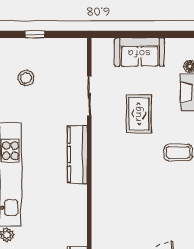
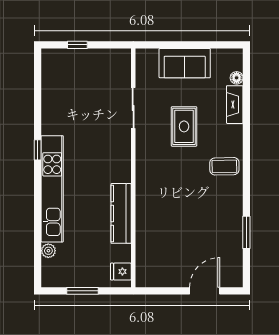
stool: (26, 78) -> (68, 90), removed
kitchen counter: (77, 155) -> (121, 213), moved

